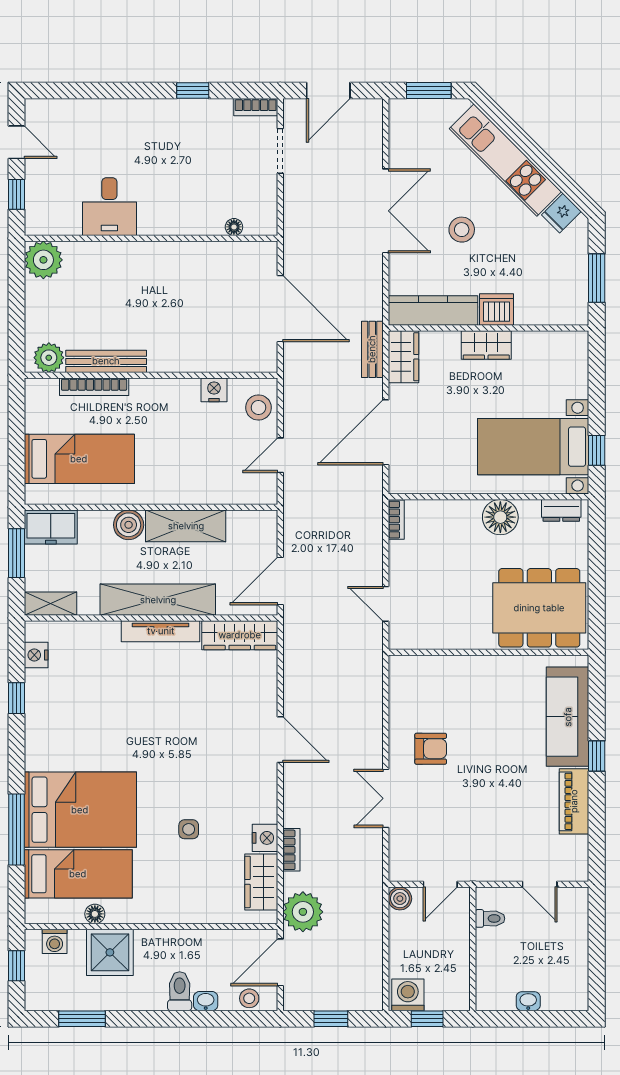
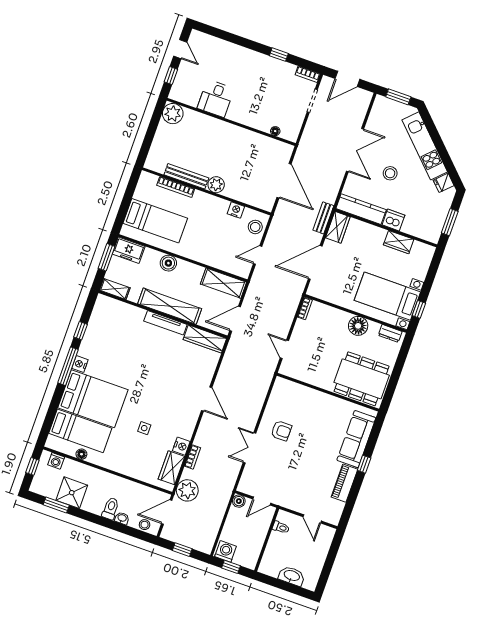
wardrobe: (486, 345) -> (399, 242), moved
plant: (49, 358) -> (216, 185), moved
shelving: (186, 526) -> (223, 283), moved
nightstand: (36, 655) -> (80, 364), moved
window: (16, 830) -> (68, 366), moved
shower: (110, 952) -> (72, 493), moved
washbasin: (528, 1001) -> (292, 576), width x1.91, depth x1.45

